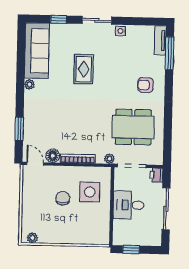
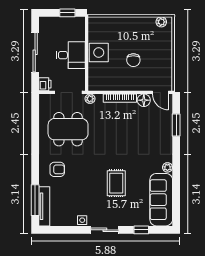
tv unit: (160, 40) -> (44, 206), width x1.41
side table: (90, 192) -> (99, 53), moved

